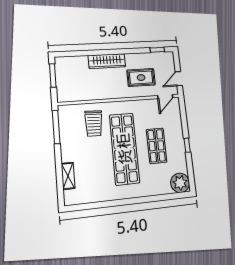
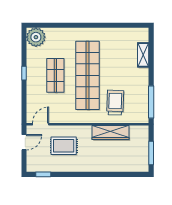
wardrobe: (107, 61) -> (110, 133), moved, turned 180

